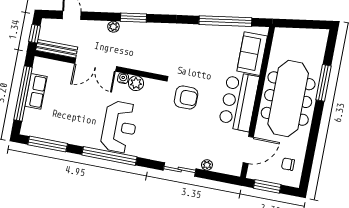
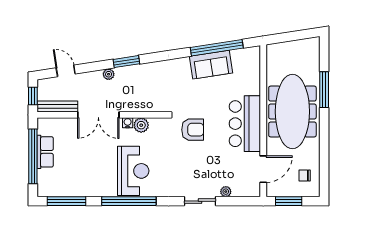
sofa: (252, 54) -> (211, 65), moved, turned -99

